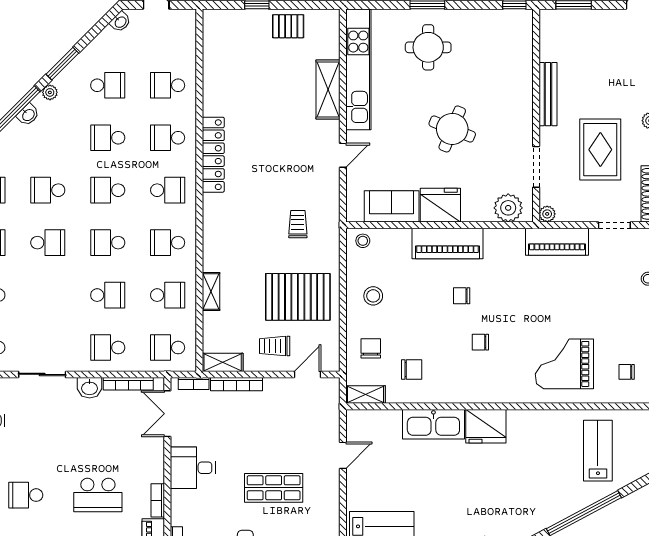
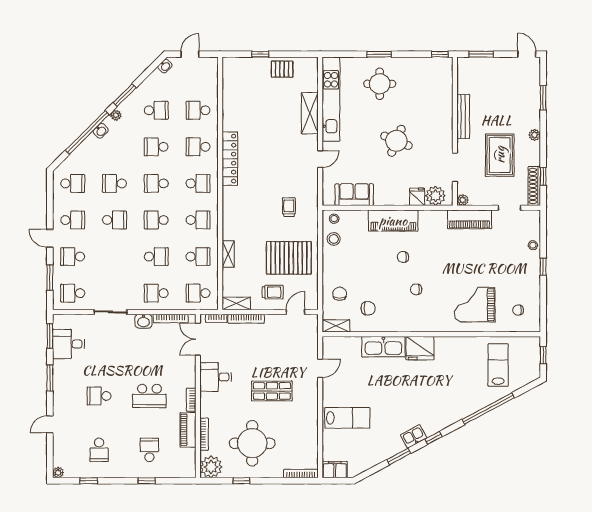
fridge: (440, 205) -> (417, 197), moved, width x0.53, depth x0.75
school desk: (168, 243) -> (198, 220), turned 180
stool: (373, 296) -> (334, 239), moved
trolley: (275, 346) -> (273, 292), turned 180

